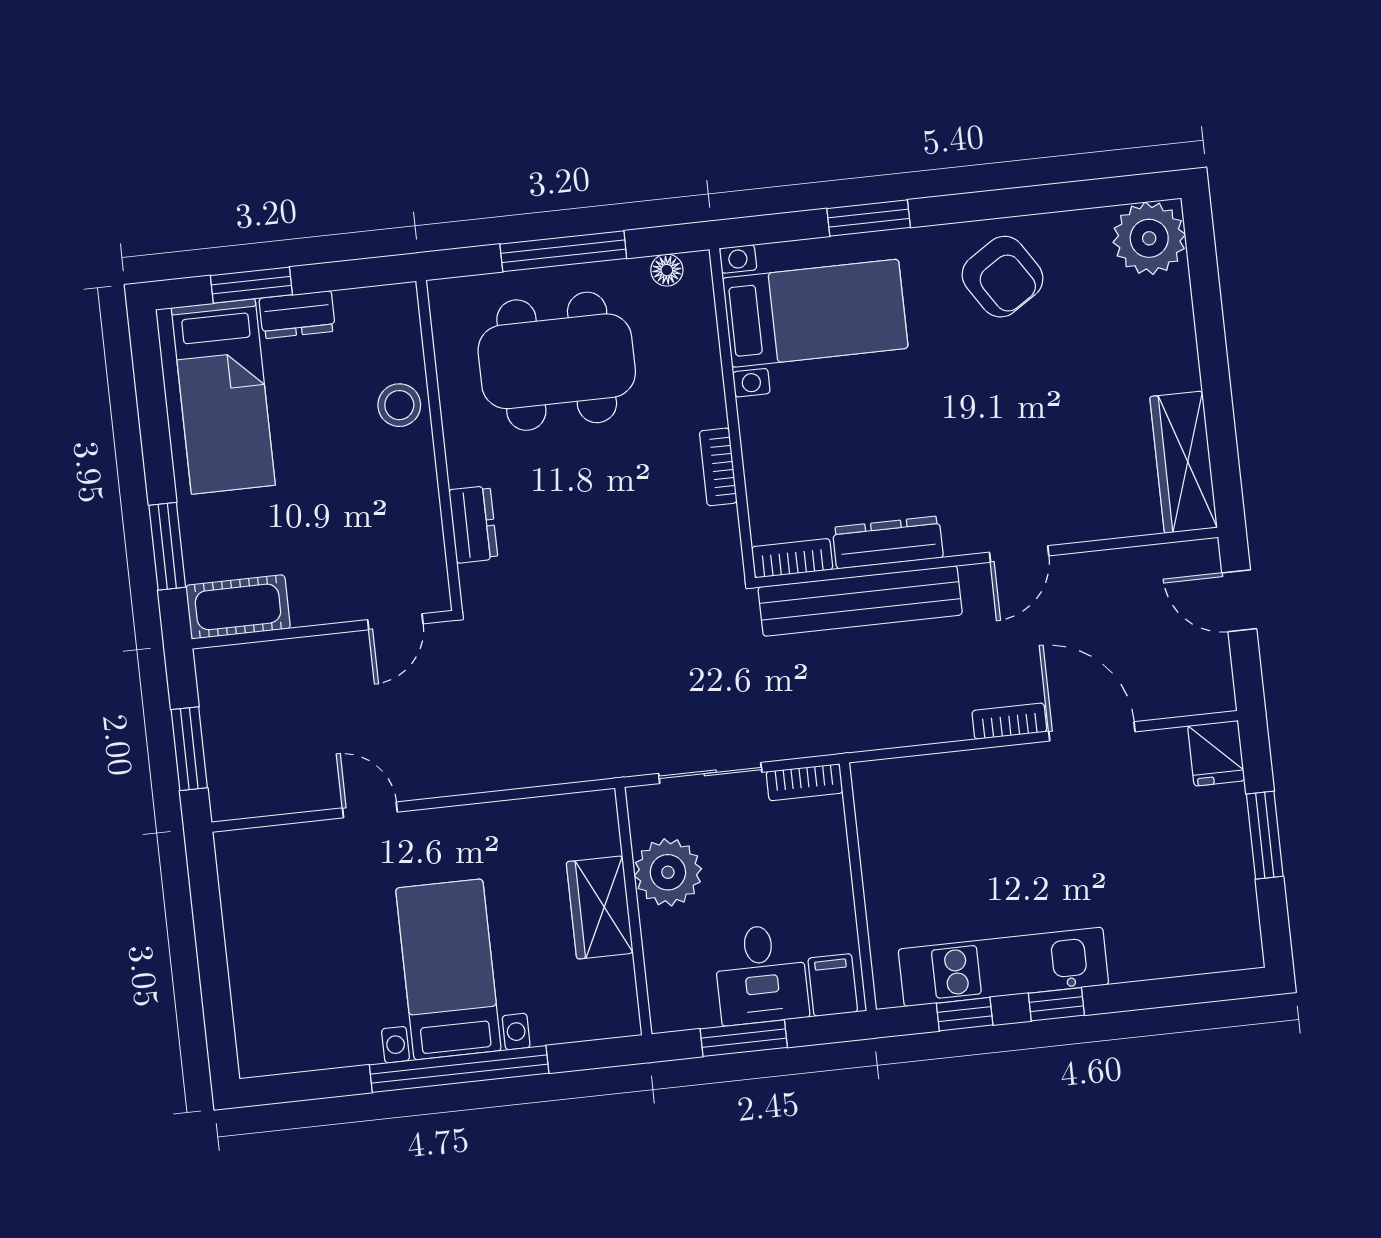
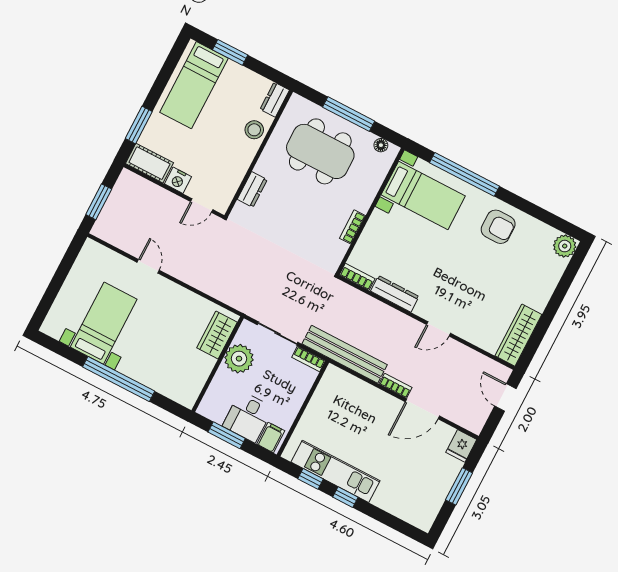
window: (869, 218) -> (465, 174), width x2.11
plant: (1149, 238) -> (565, 246), width x0.73, depth x0.73
armchair: (1003, 277) -> (498, 227), turned -57
dresser: (297, 315) -> (275, 100), moved, turned 90
bench: (860, 601) -> (345, 354), moved
nightstand: (316, 603) -> (178, 180), added
door: (1092, 731) -> (422, 409), swing flipped
wardrobe: (600, 907) -> (217, 335), moved
bed with nightstands: (448, 969) -> (104, 323), moved

